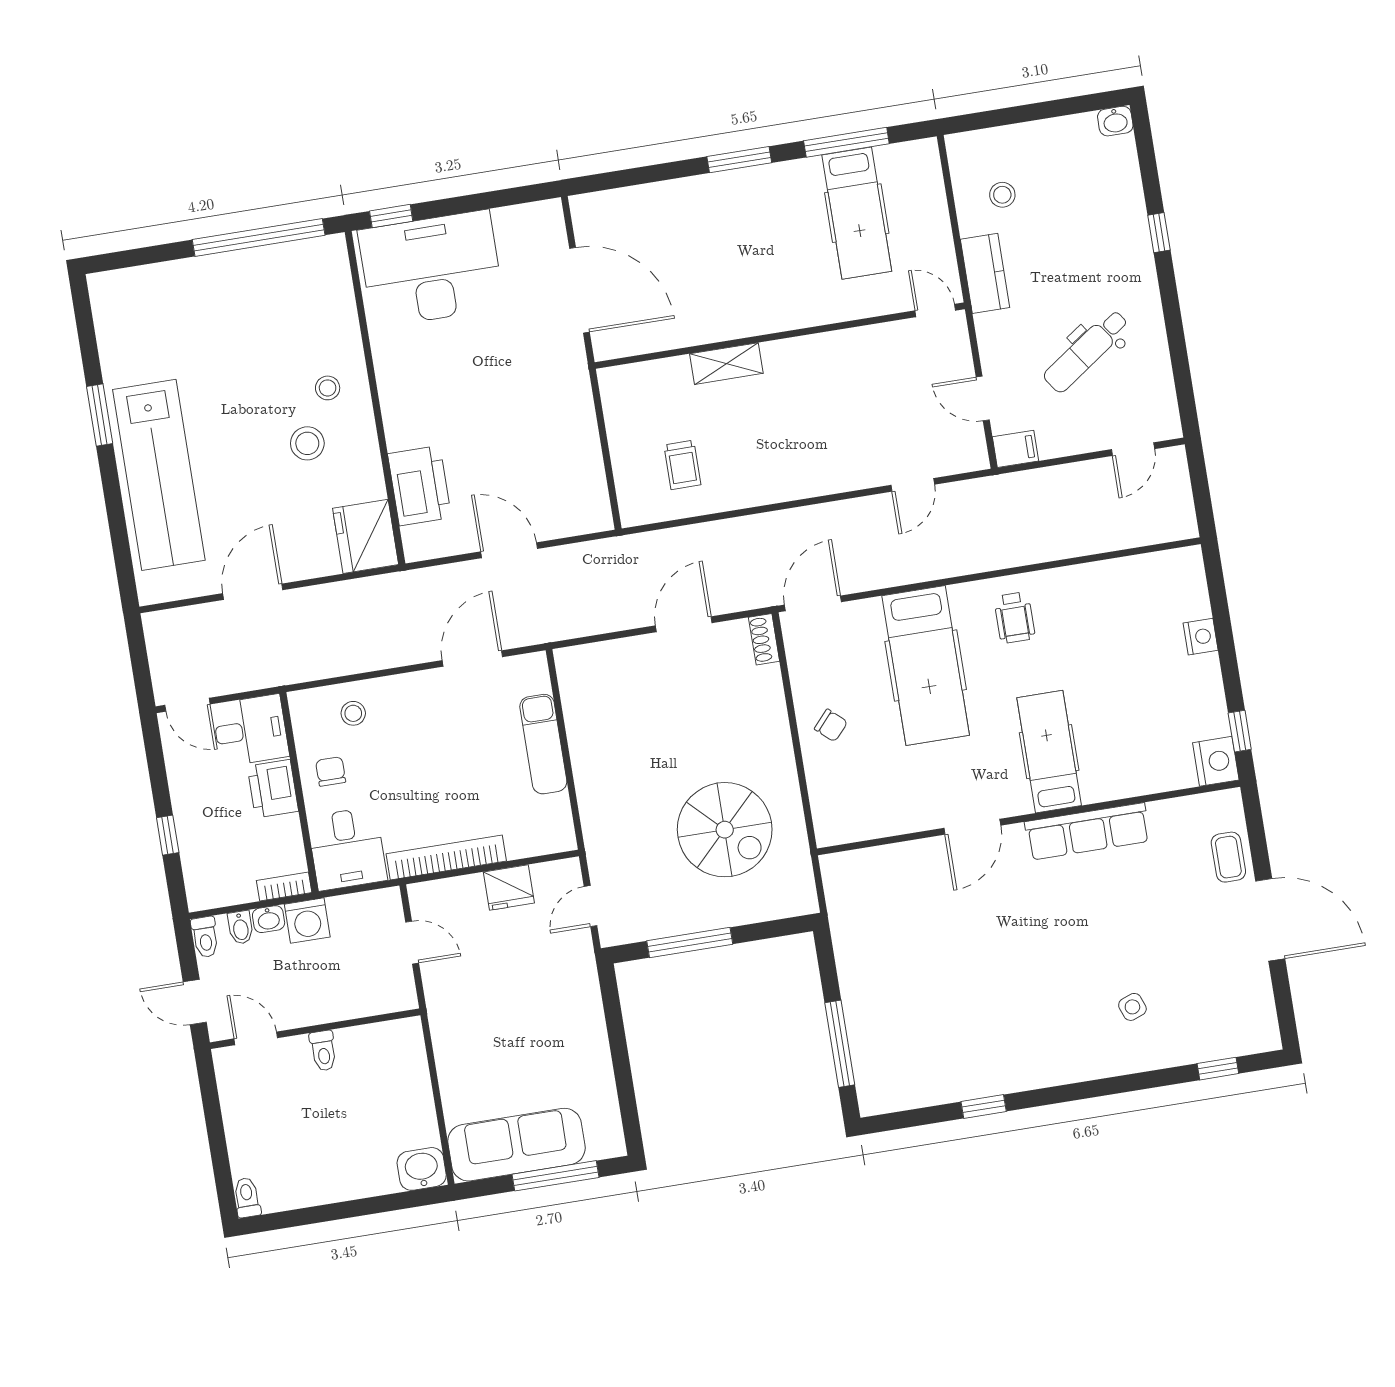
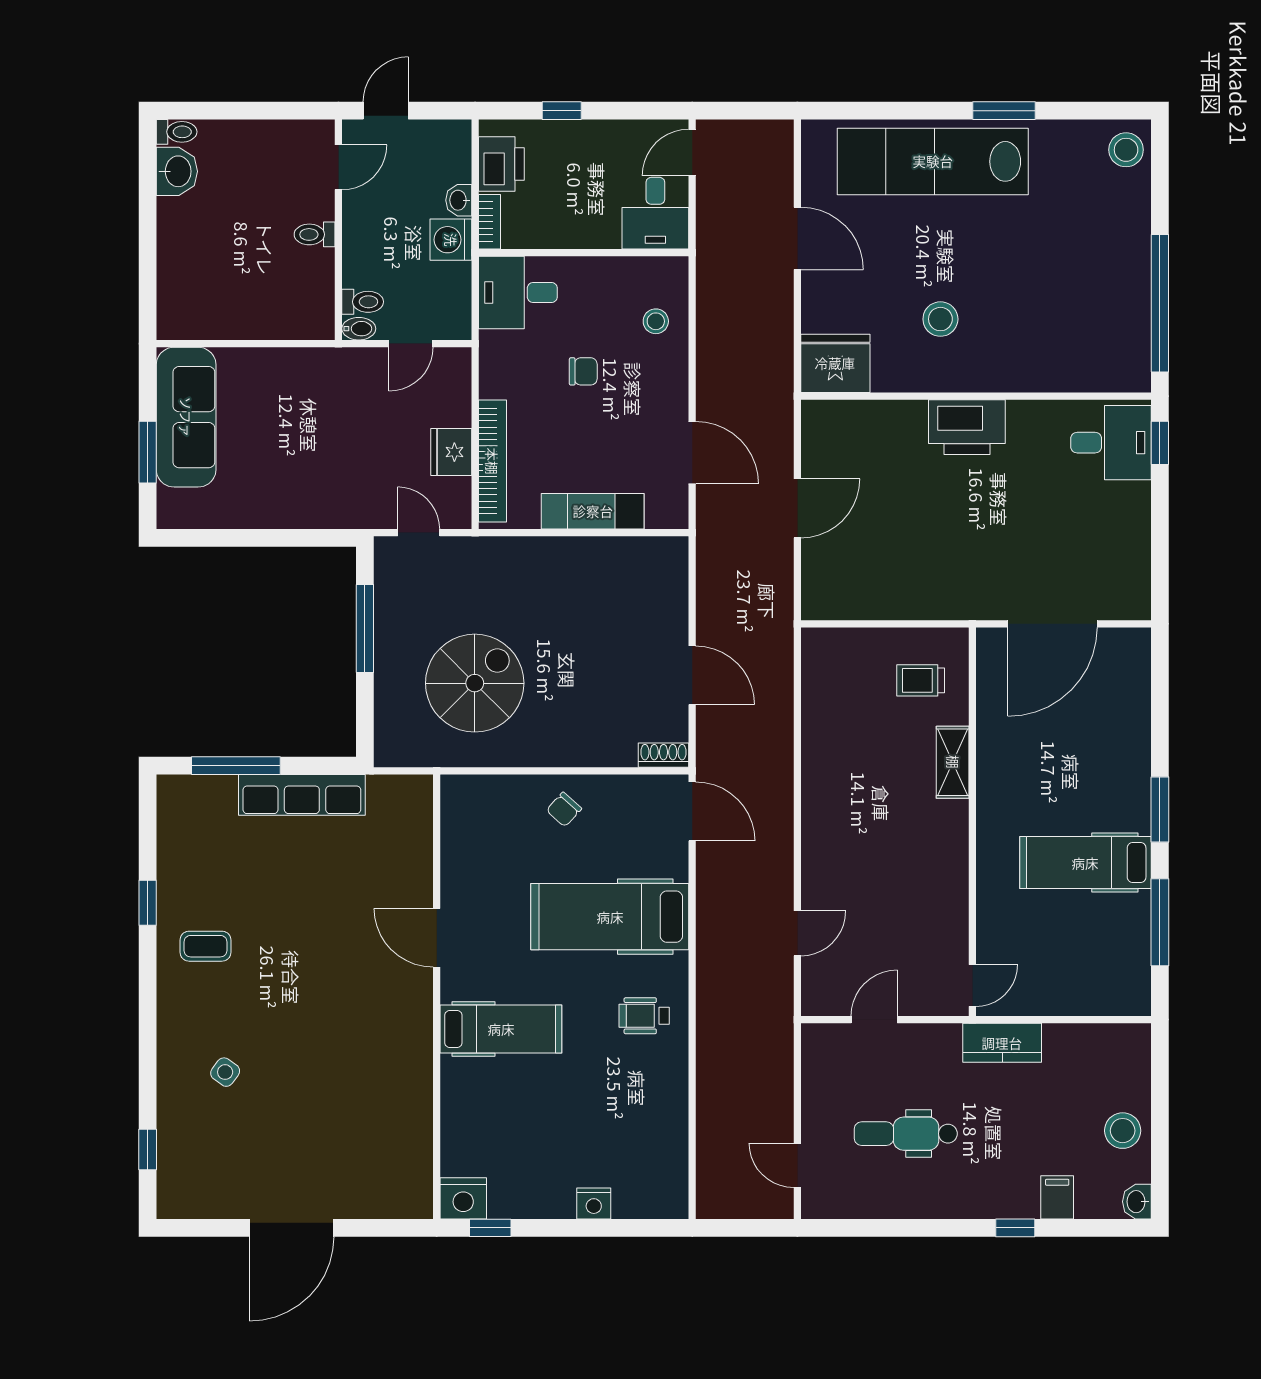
stool: (1002, 195) -> (1123, 1131), moved, width x1.37, depth x1.37
hospital bed: (857, 213) -> (1085, 863), moved
desk: (431, 269) -> (1111, 443), width x0.53, depth x0.77
dental chair: (1086, 351) -> (906, 1134), turned -55
stool: (328, 388) -> (1126, 150), moved, width x1.37, depth x1.37
filing cabinet: (1015, 449) -> (1057, 1197), moved, turned 180
trolley: (682, 465) -> (921, 680), moved
door: (913, 485) -> (797, 933), swing flipped
printer: (419, 486) -> (967, 427), moved
chair: (331, 771) -> (583, 371), moved
printer: (273, 789) -> (501, 164), moved, turned 90
spiral stairs: (725, 830) -> (475, 683), turned 180
row of seats: (1087, 831) -> (302, 795), moved, turned -90
bookcase: (446, 857) -> (492, 461), moved
coffee table: (1228, 857) -> (205, 946), moved
bidet: (241, 927) -> (359, 329), moved, turned 180
toilet: (205, 937) -> (363, 302), moved, turned 180
side table: (1132, 1007) -> (225, 1072), turned -34
washbasin: (422, 1169) -> (177, 171), moved
window: (556, 1176) -> (148, 452), width x0.69

